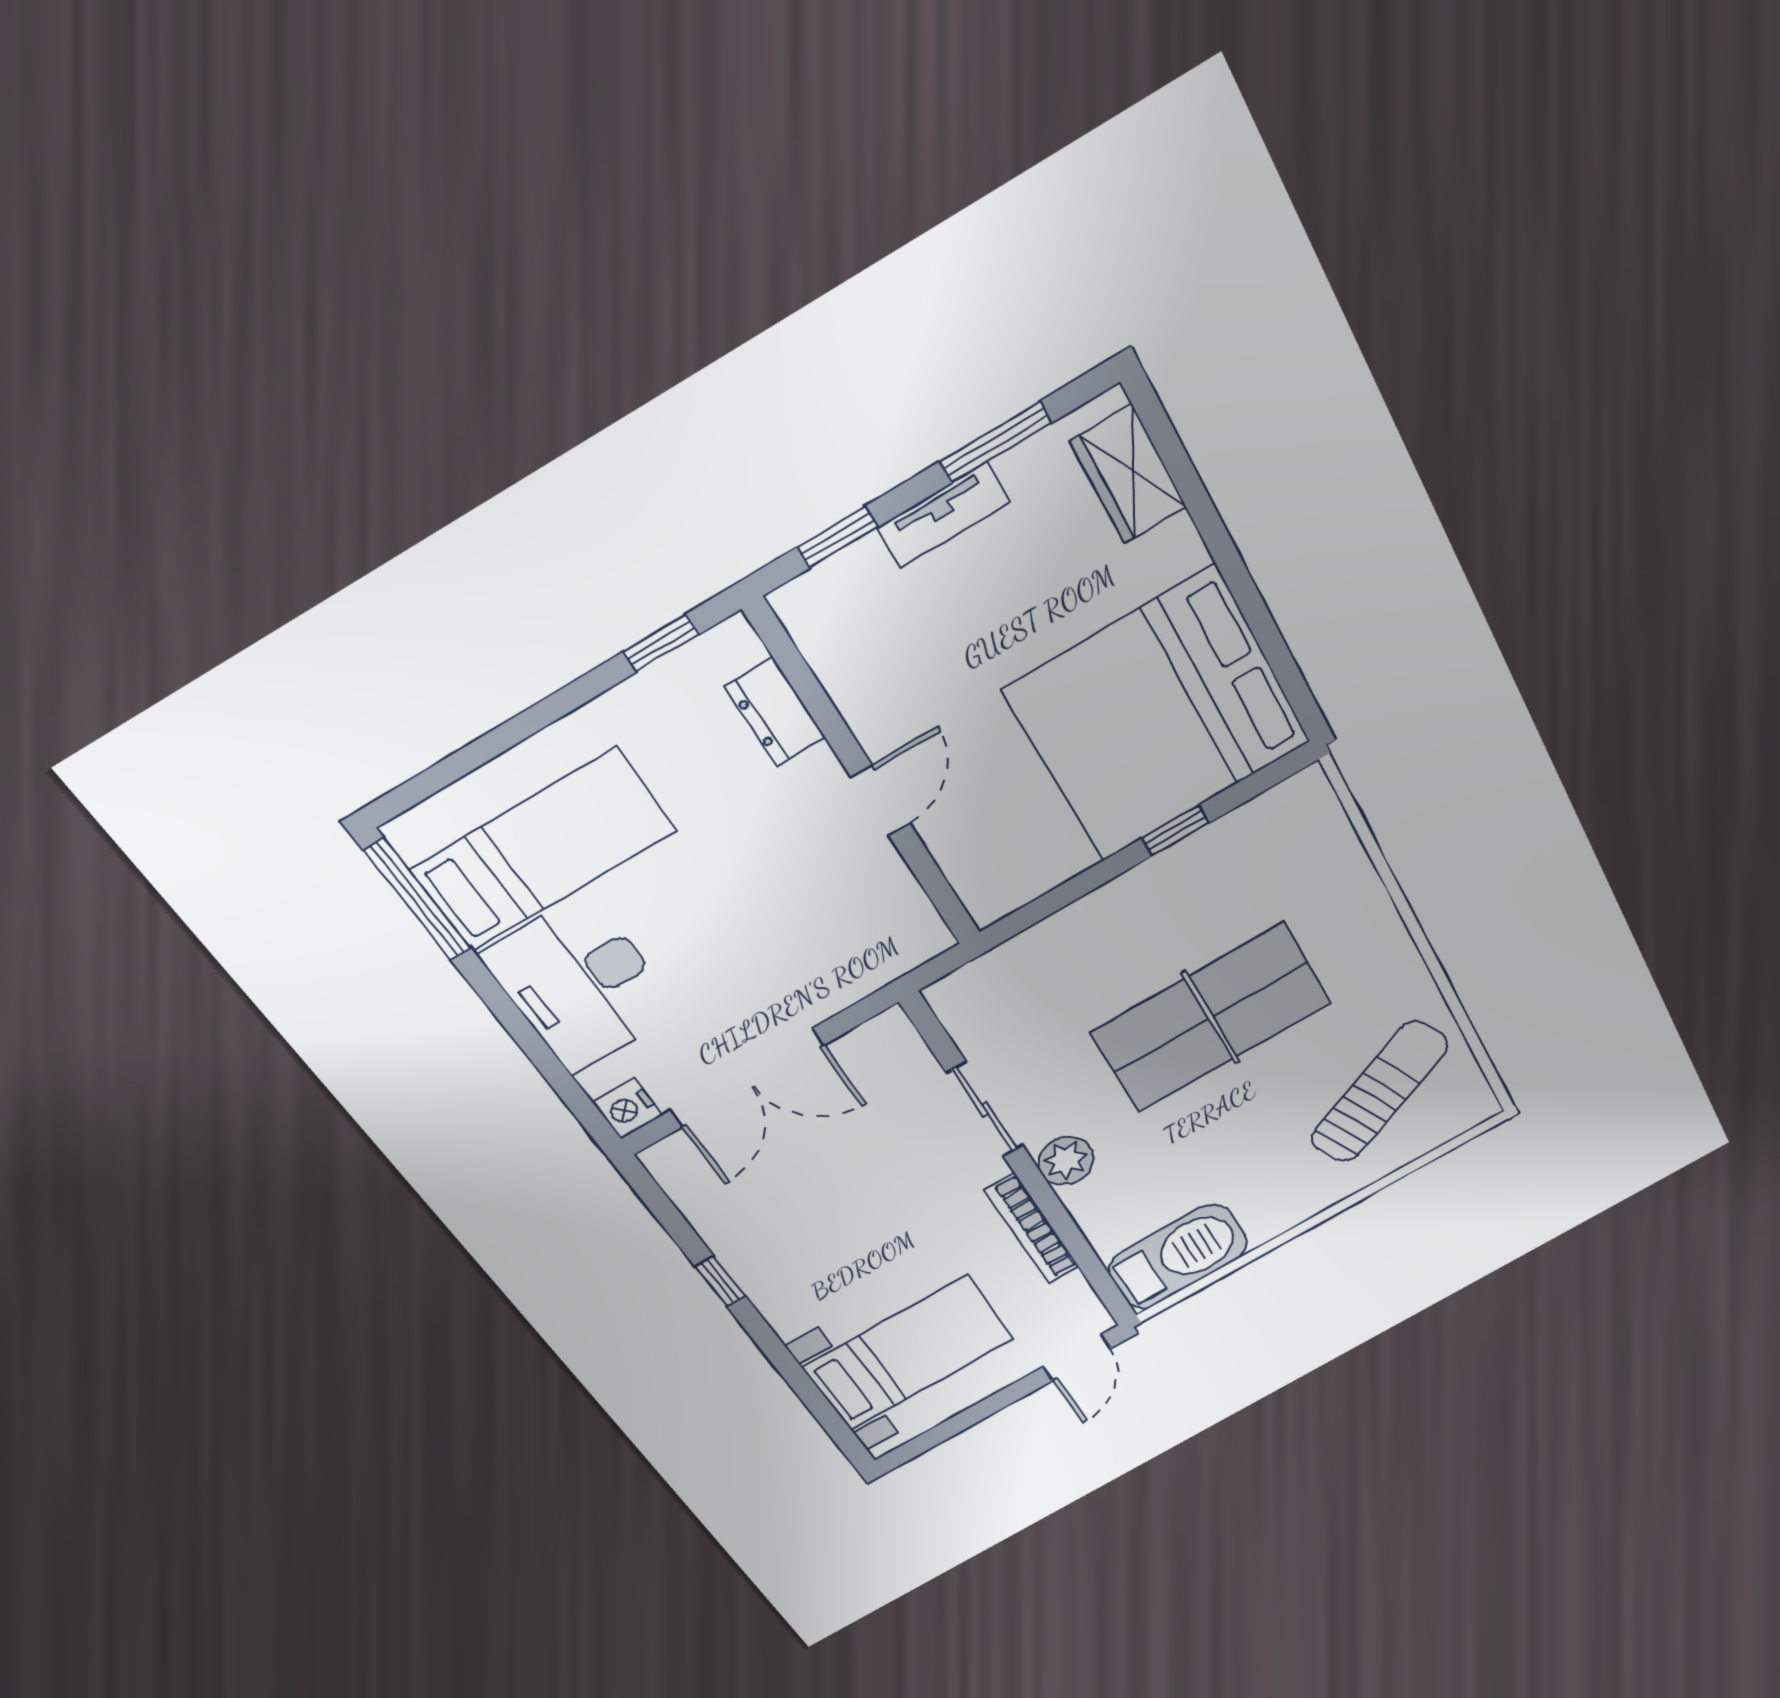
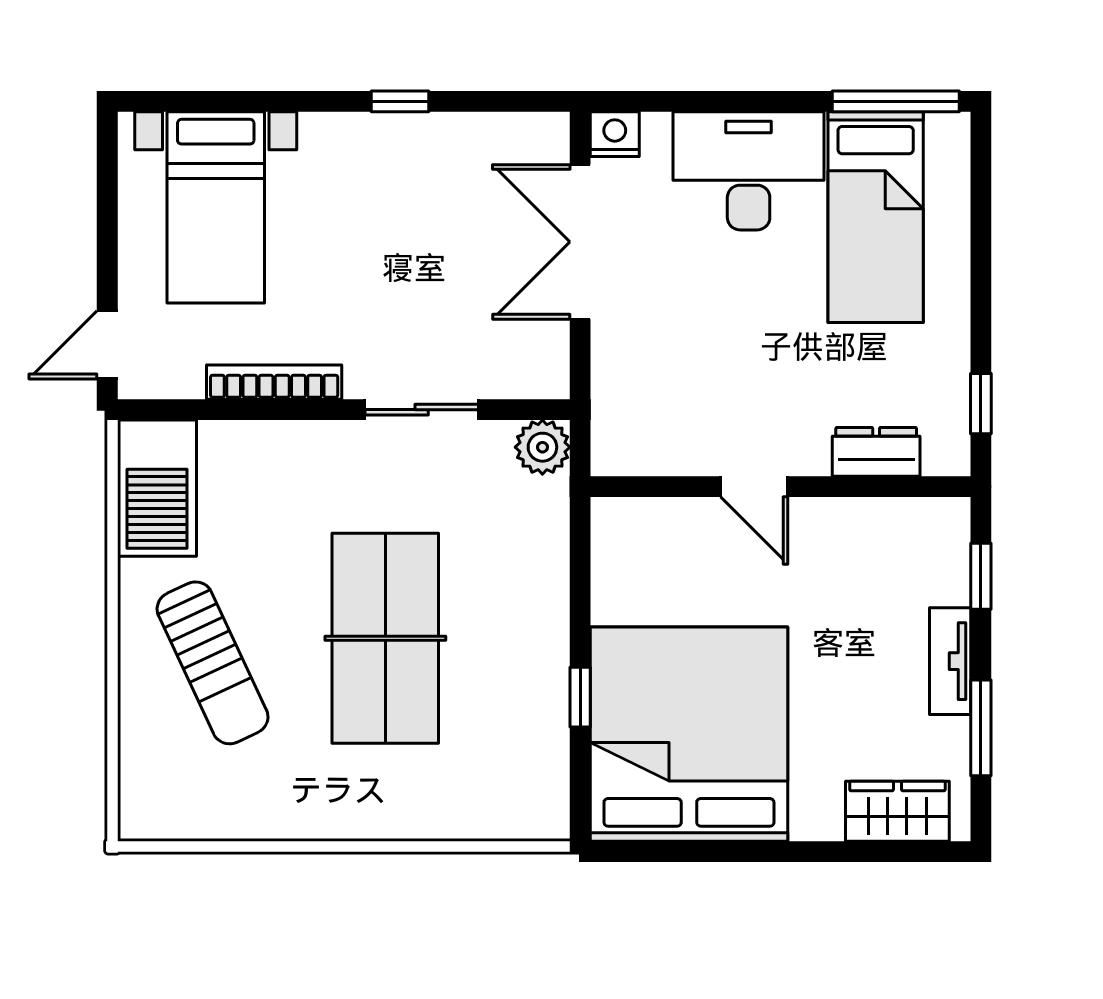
sun lounger: (1379, 1092) -> (213, 663), moved
plant: (1066, 1161) -> (542, 447), moved
door: (1077, 1358) -> (107, 345), hinge flipped

